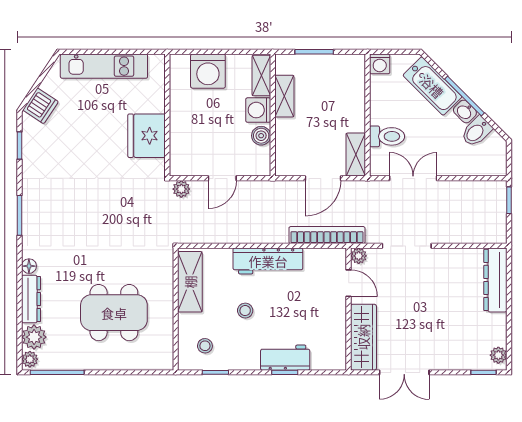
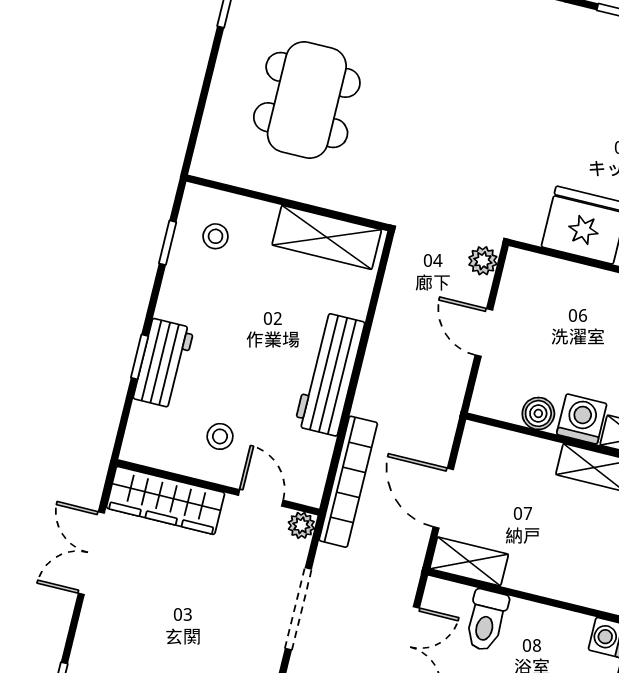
door: (349, 283) -> (261, 498), swing flipped
stool: (245, 311) -> (220, 436), moved

